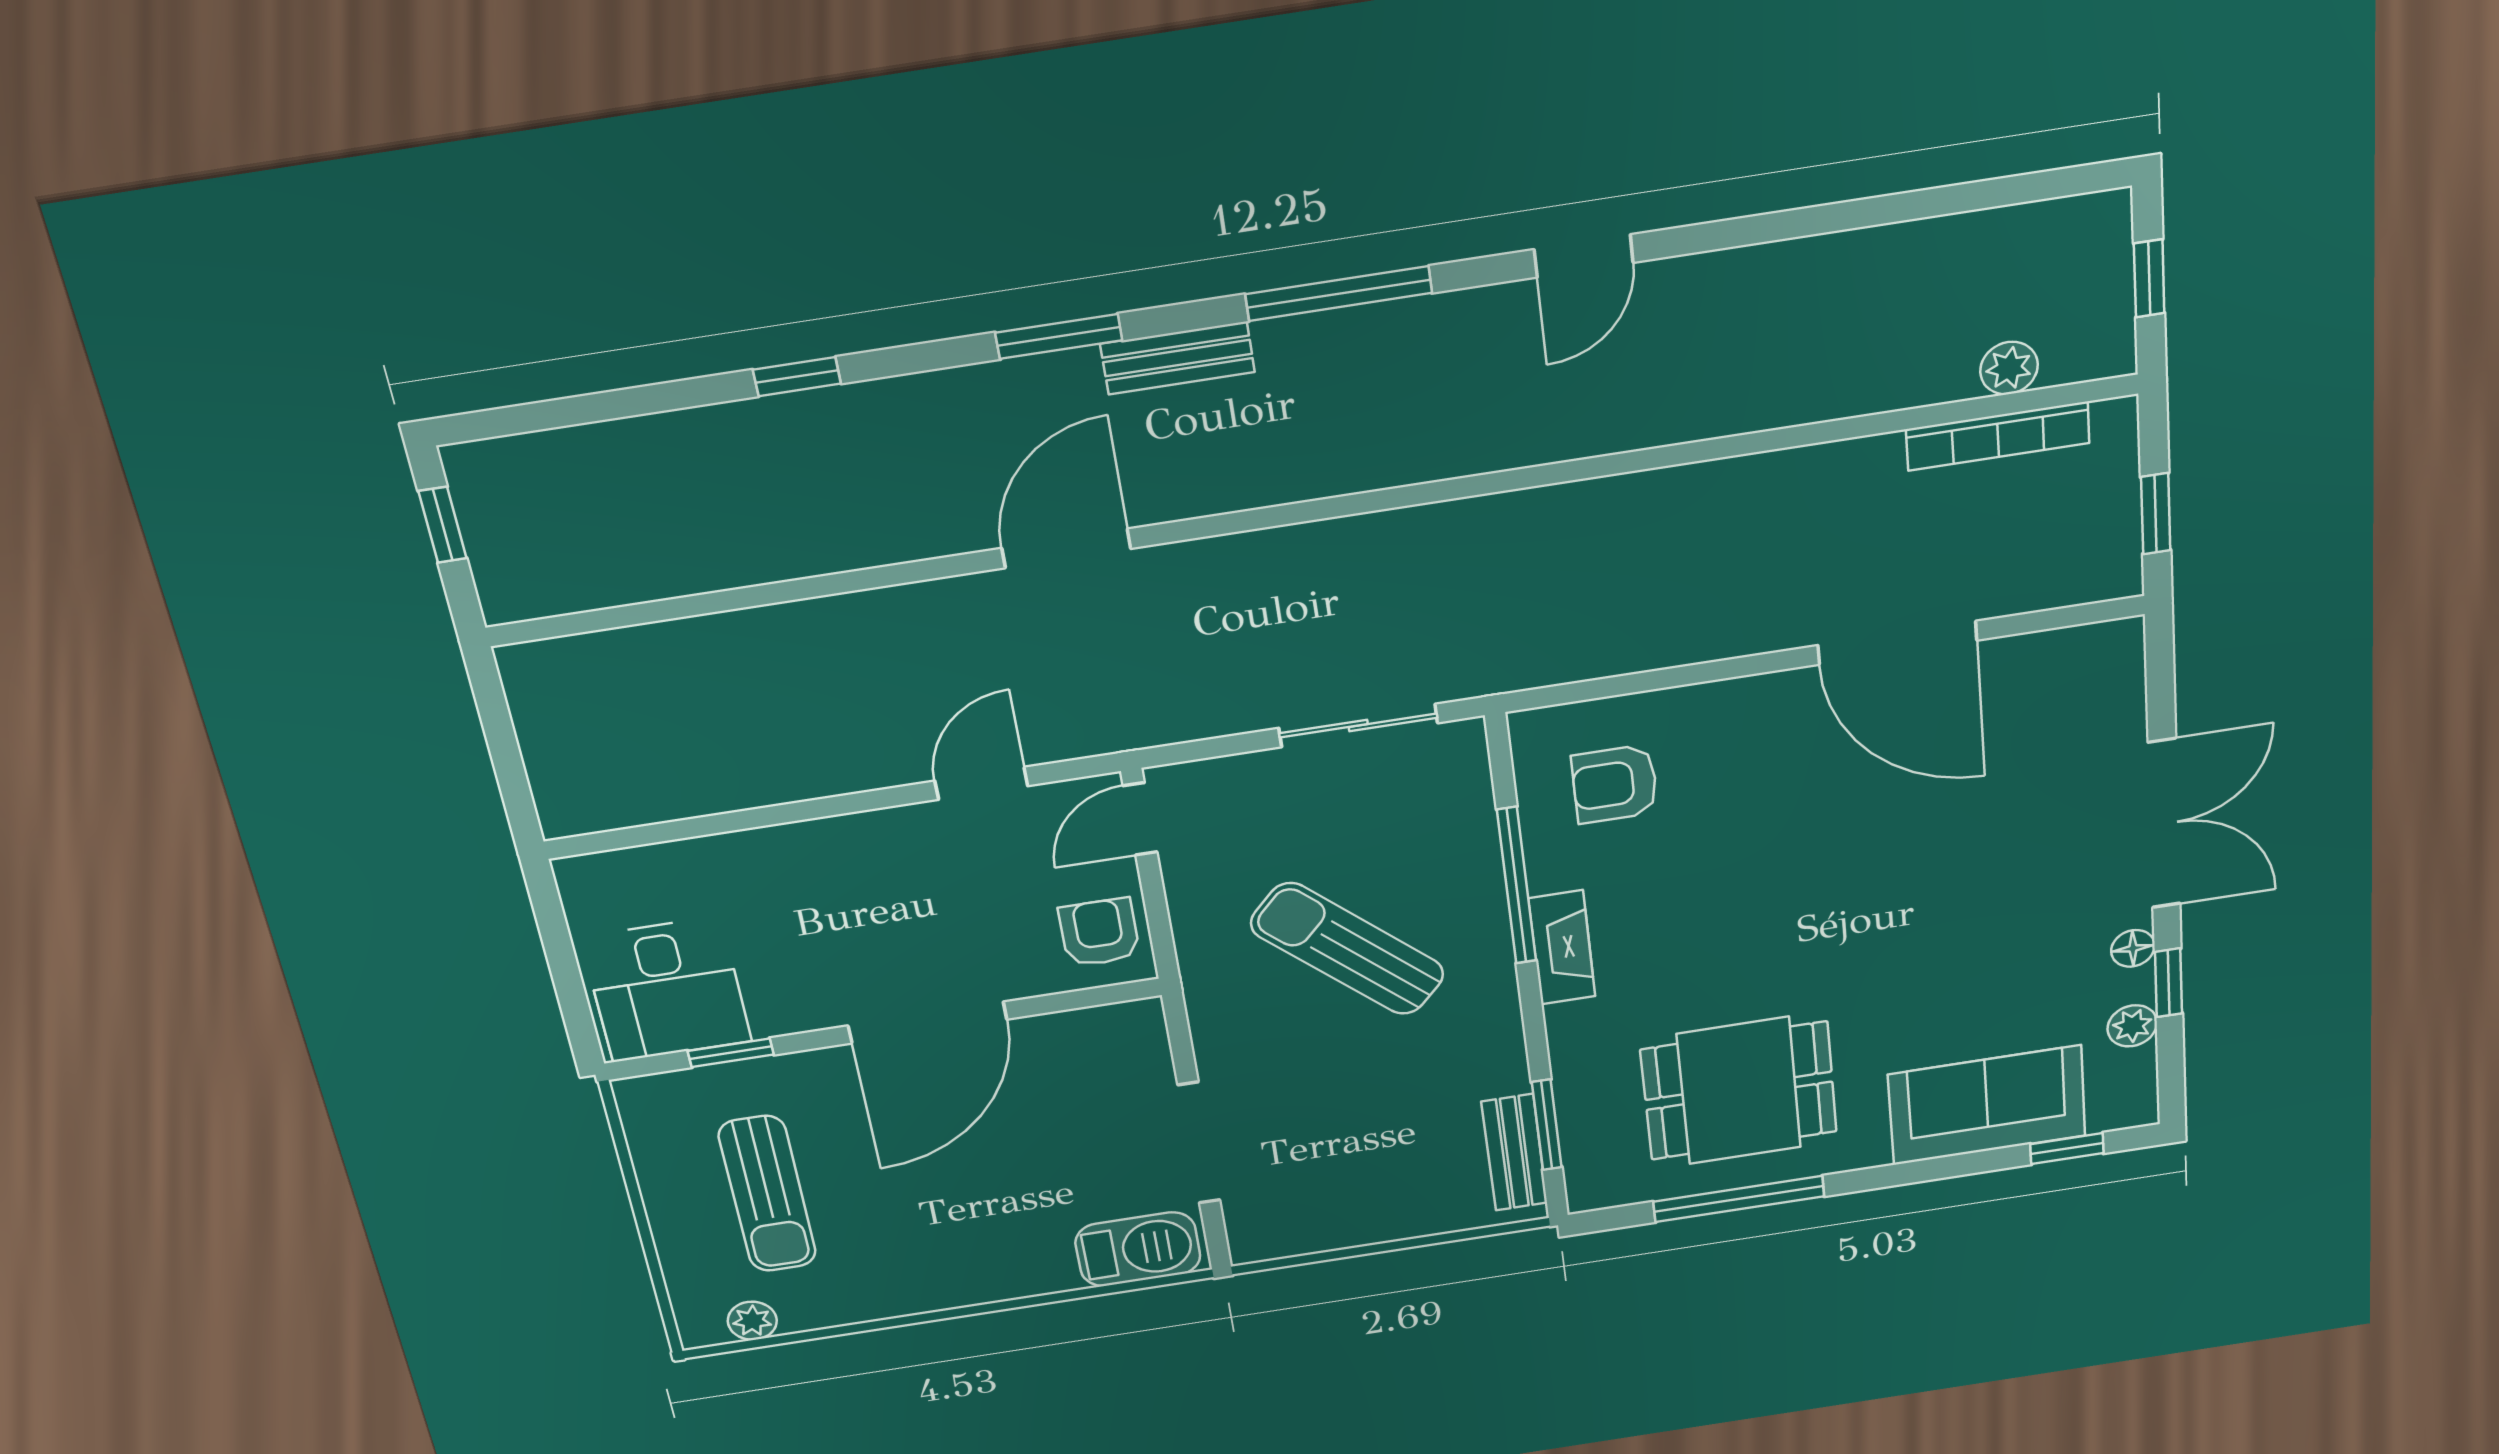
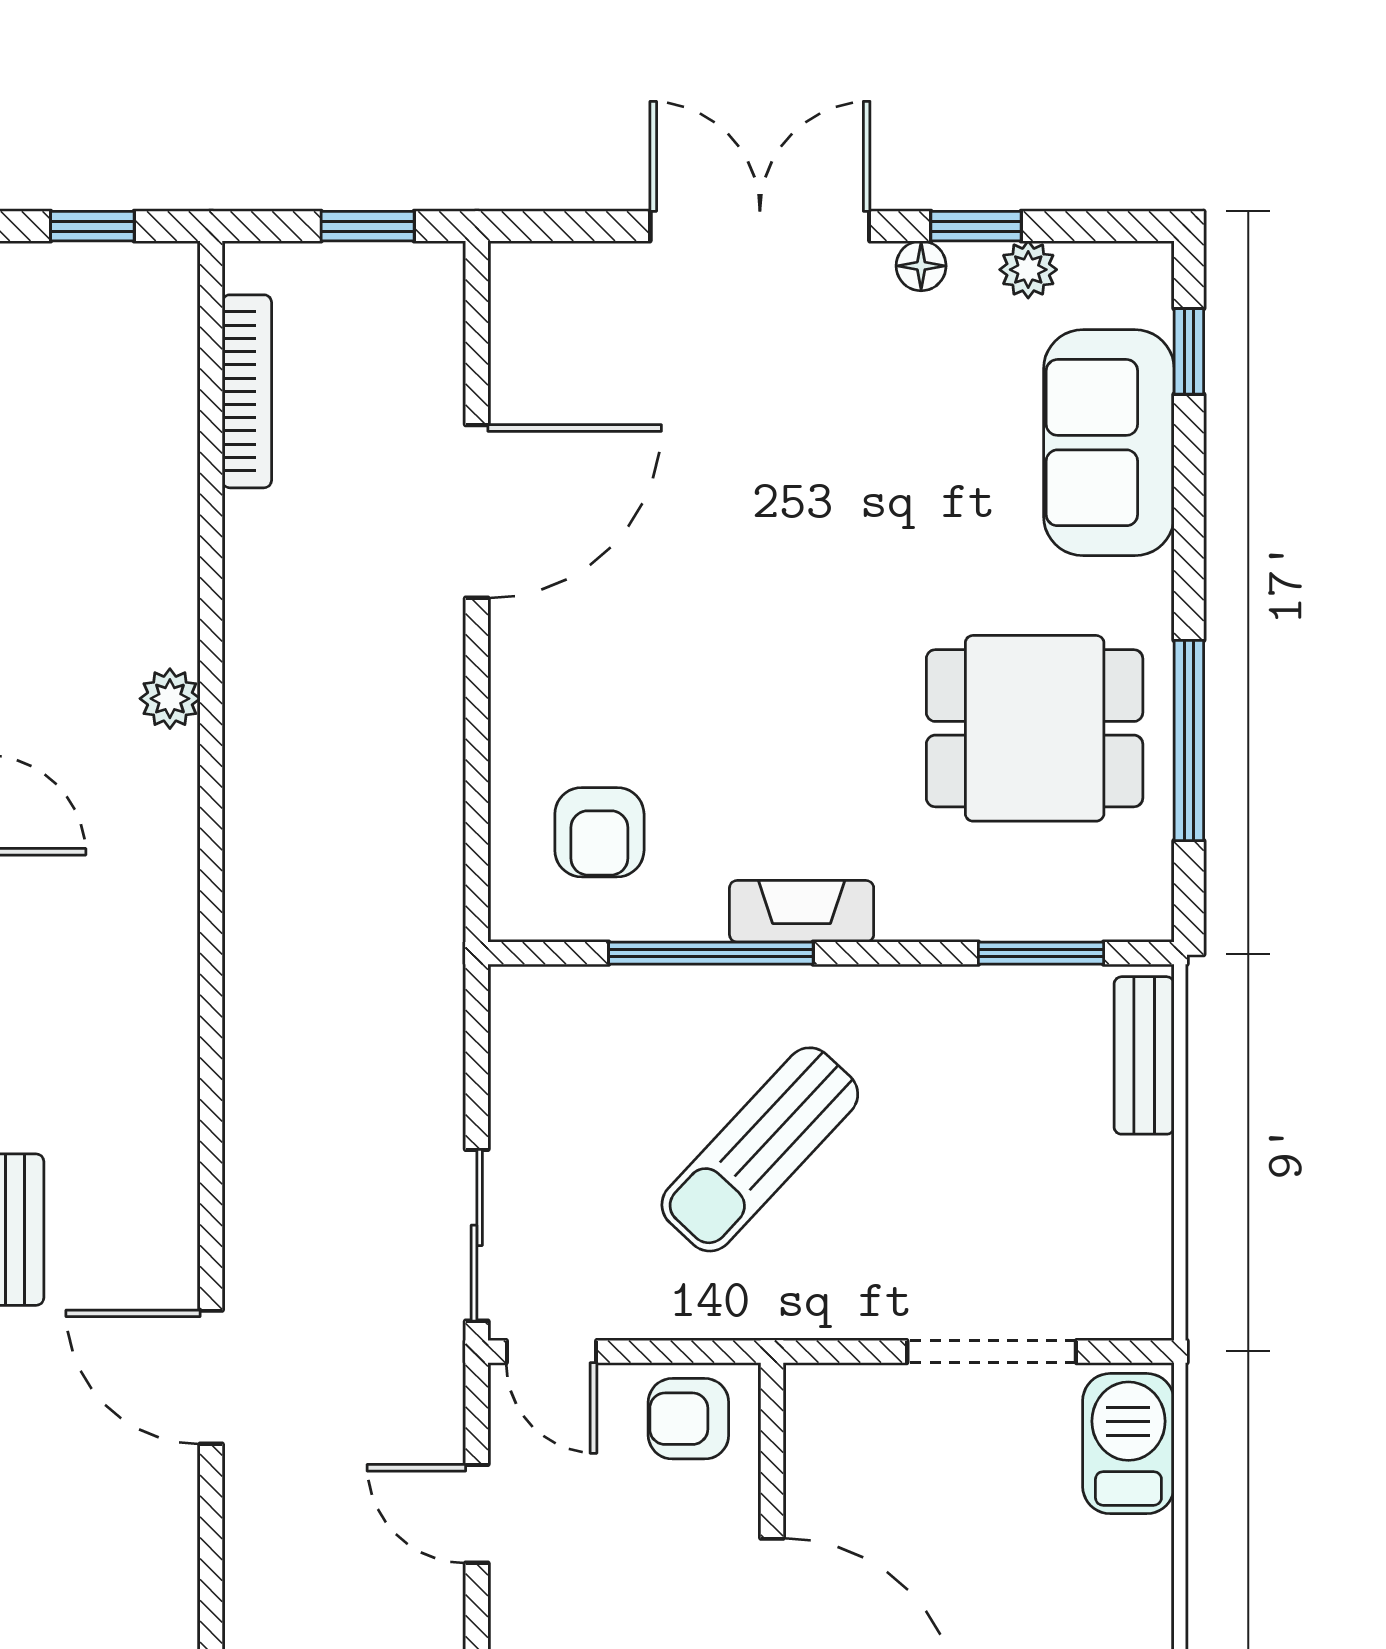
plant: (2009, 368) -> (170, 699), moved
sliding door: (1358, 726) -> (477, 1235), moved
dining table: (1739, 1091) -> (1035, 728), turned 90
bench: (1514, 1152) -> (1144, 1055), moved, turned 90

